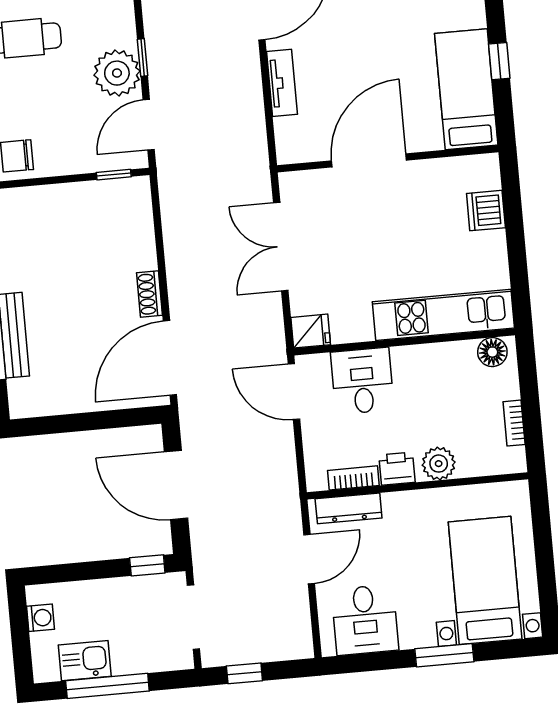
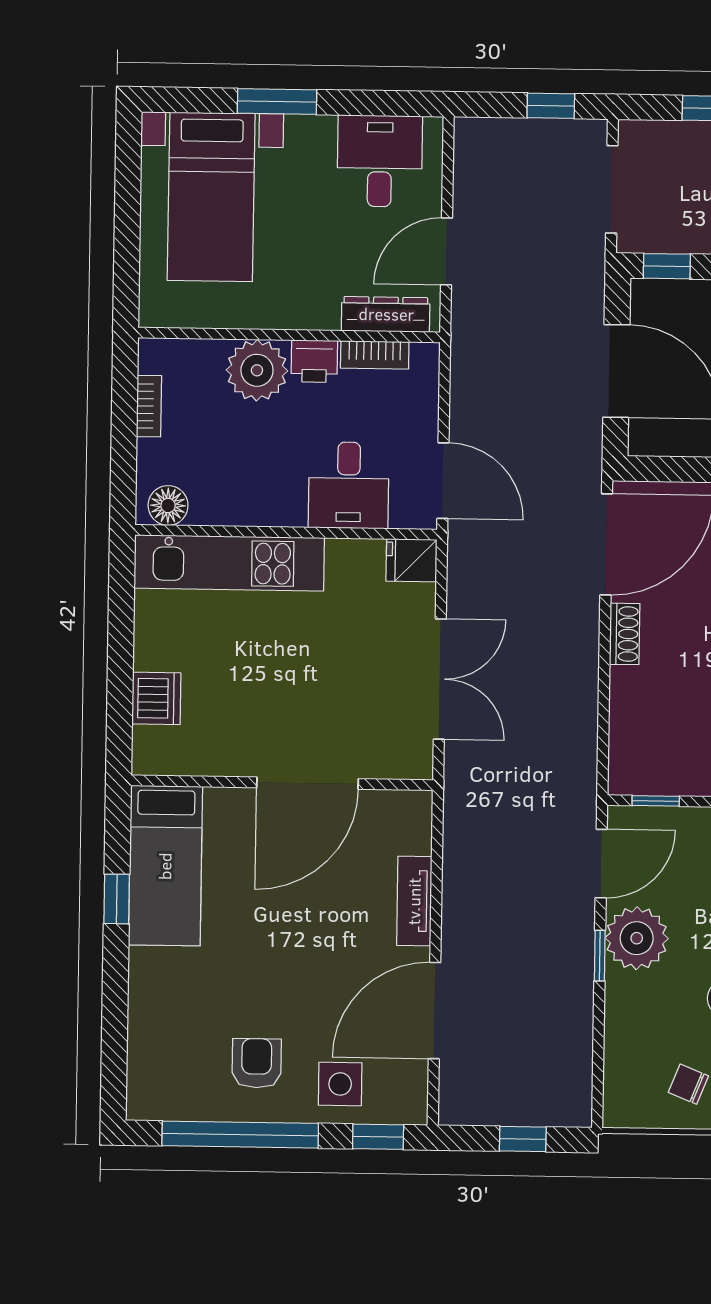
plant: (439, 464) -> (257, 370), width x1.36, depth x1.36

